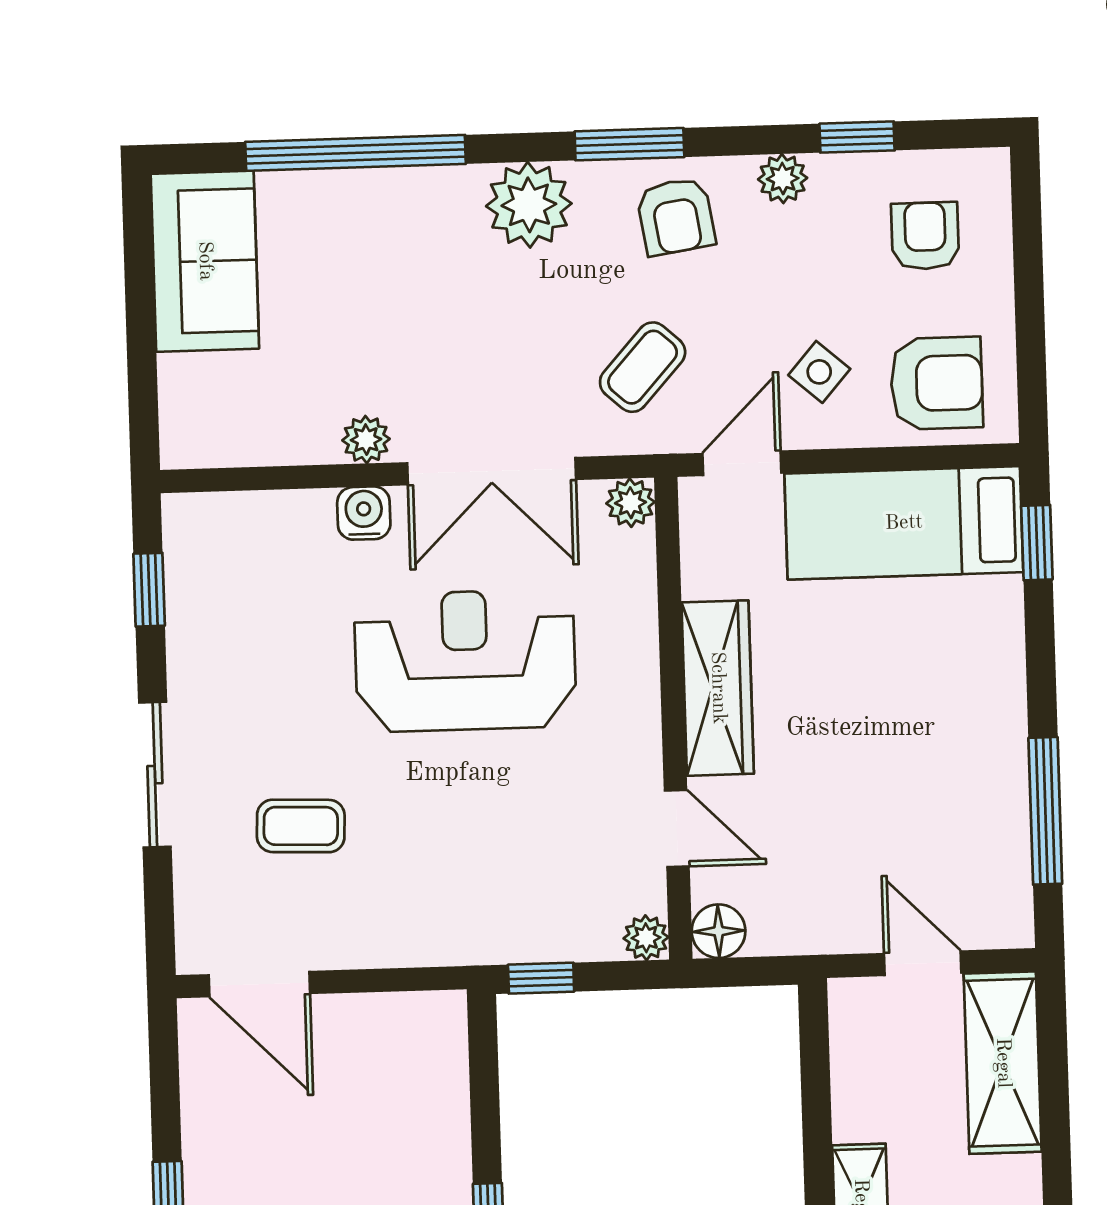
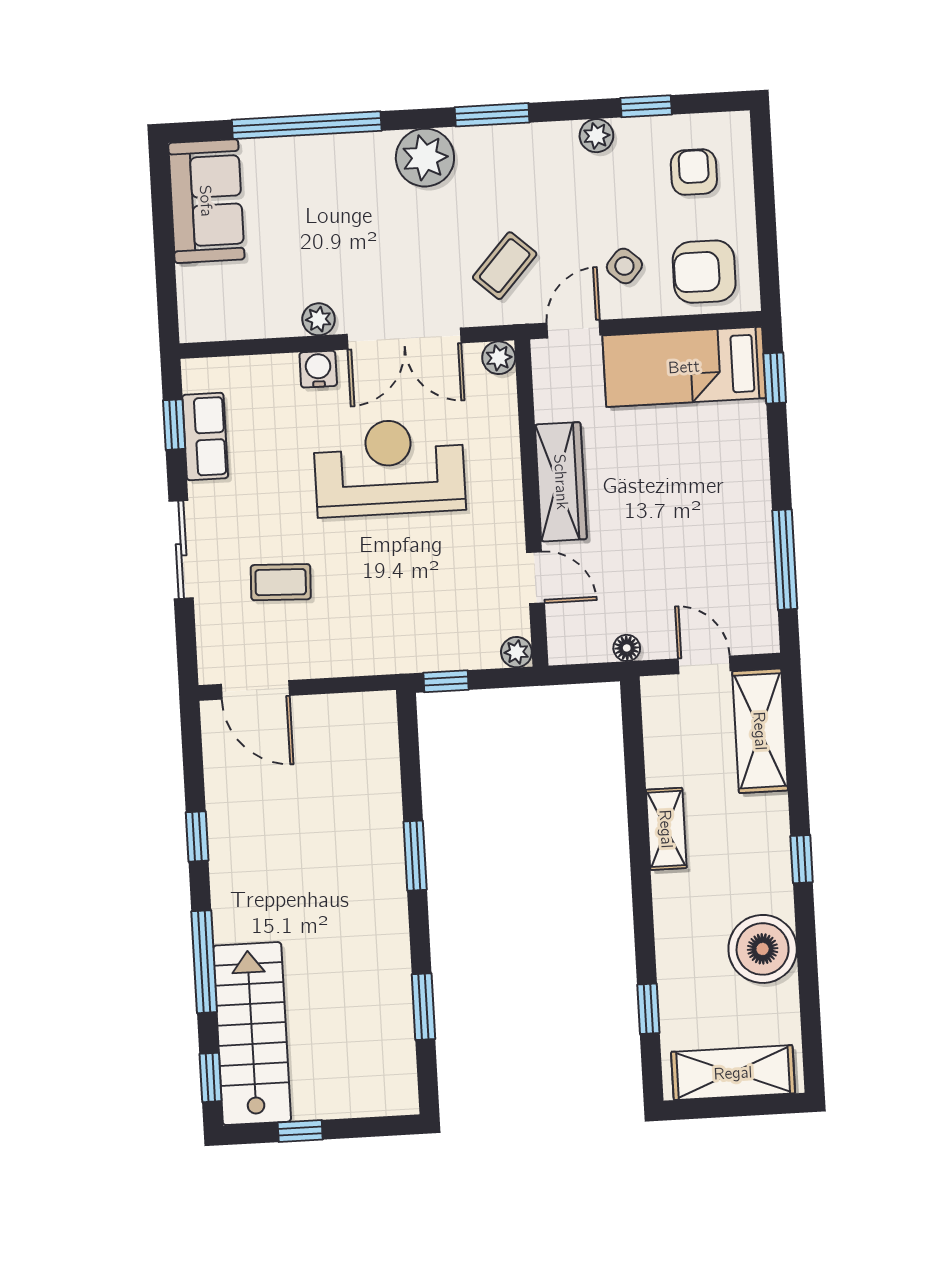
armchair: (676, 216) -> (525, 163), removed
armchair: (937, 383) -> (704, 272), turned 180
row of seats: (195, 608) -> (205, 436), added
floor lamp: (719, 931) -> (627, 648), moved, width x0.73, depth x0.73

